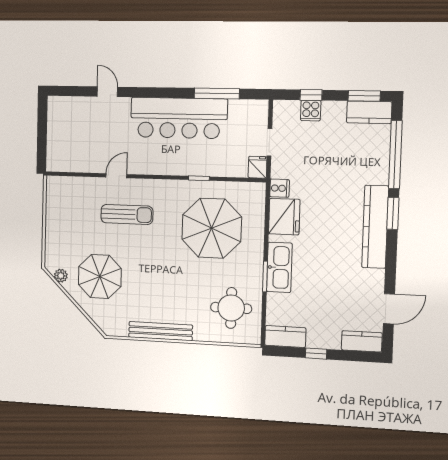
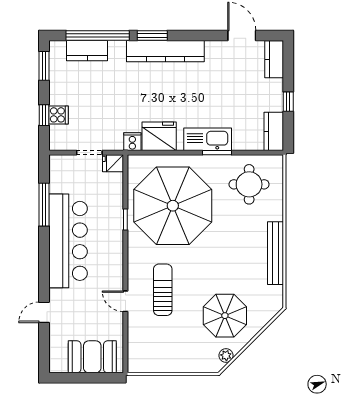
kitchen counter: (369, 112) -> (87, 51), moved, turned 90
booth: (62, 140) -> (92, 357), added
parasol: (212, 228) -> (173, 206), width x1.36, depth x1.36

